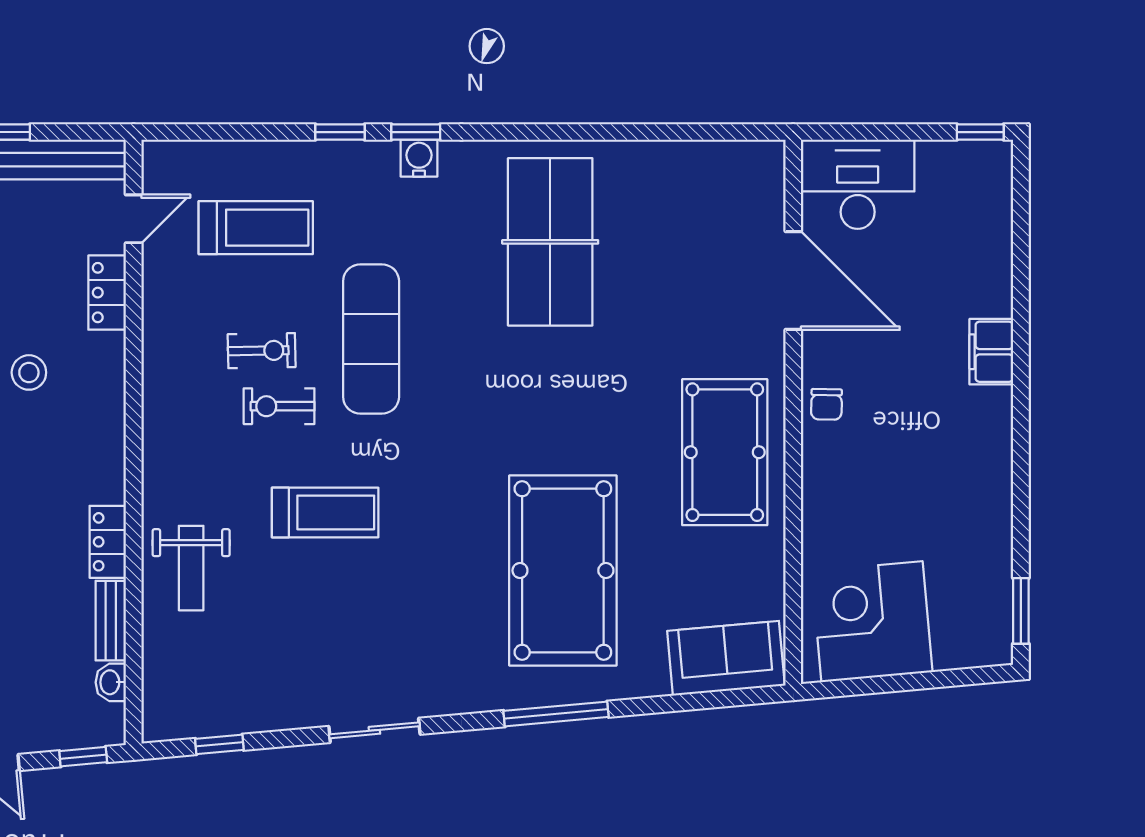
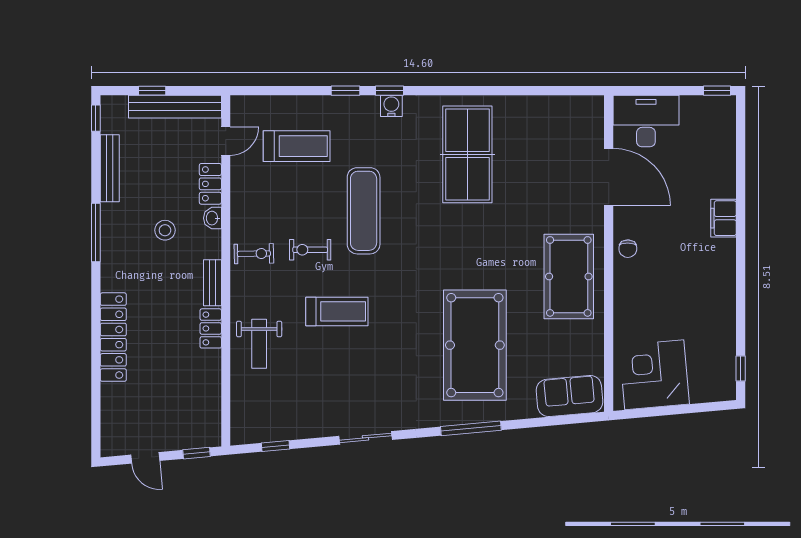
exercise bike: (262, 351) -> (254, 254), moved
window: (1021, 611) -> (741, 369), width x0.67
bench: (111, 621) -> (212, 283), moved
washbasin: (111, 682) -> (212, 218), moved

